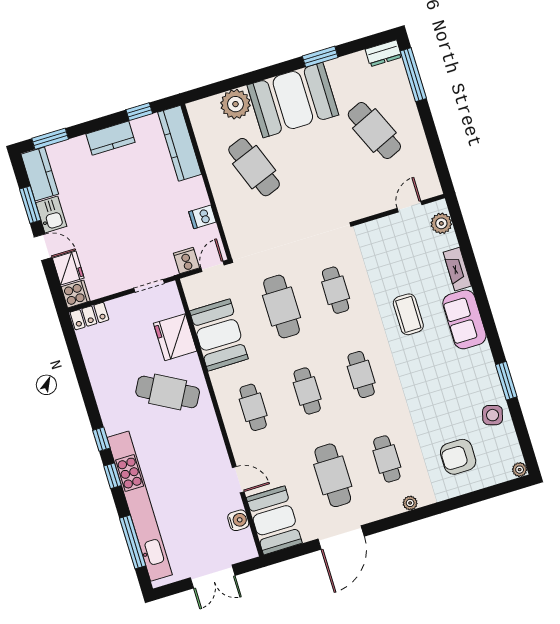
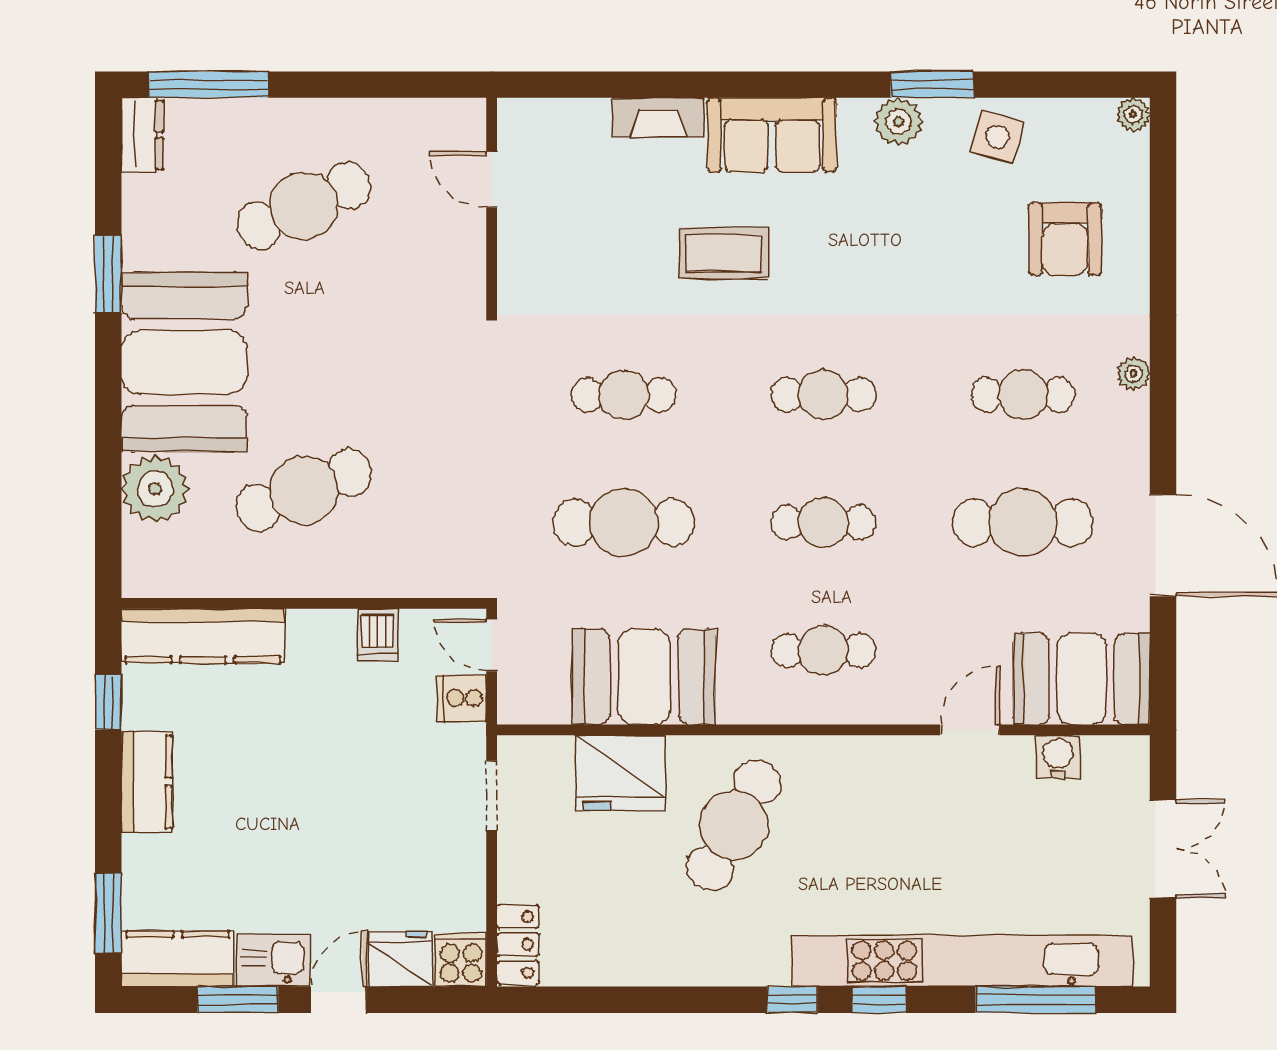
plant: (441, 223) -> (899, 122), moved

